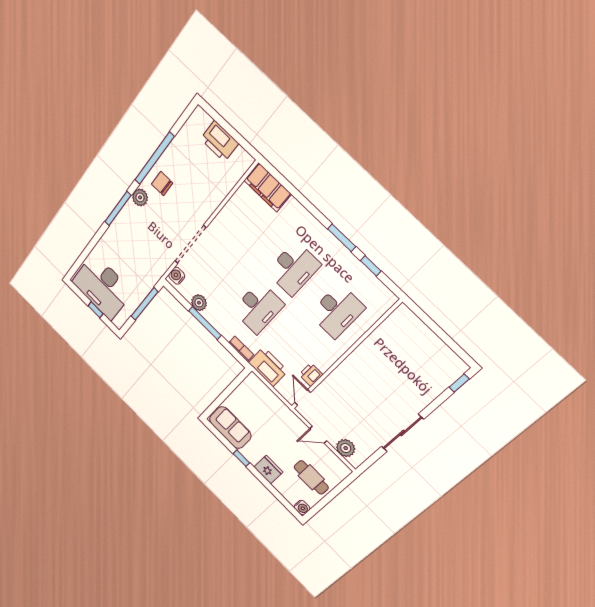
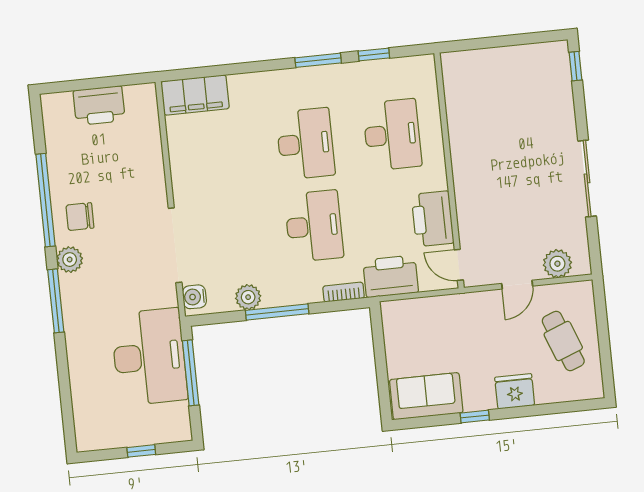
desk: (102, 287) -> (149, 357), moved, turned -90
printer: (311, 375) -> (433, 219), width x1.87, depth x1.48
cafe table: (311, 477) -> (563, 341), turned 69
water cooler: (302, 508) -> (593, 388), removed

